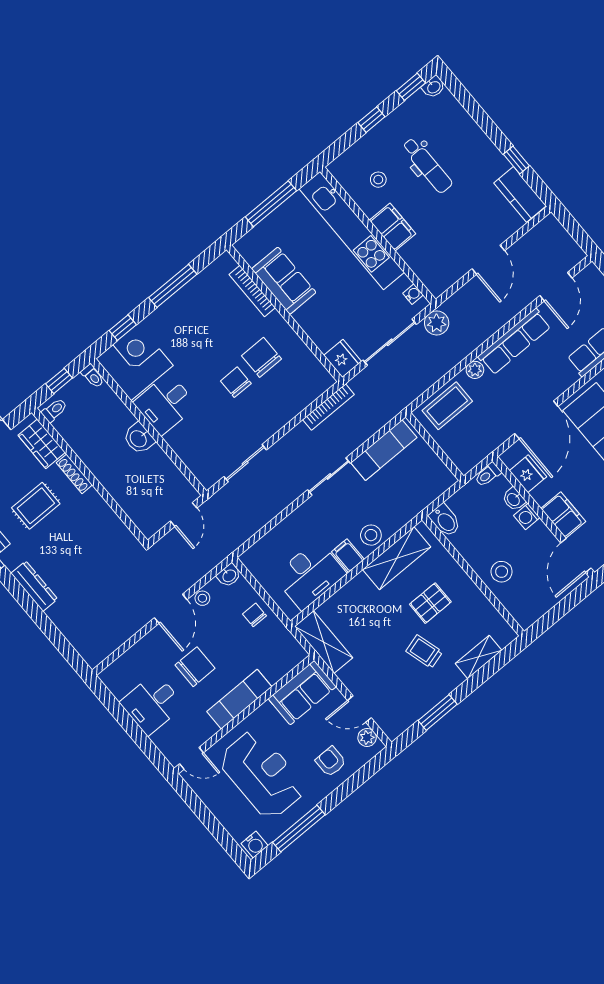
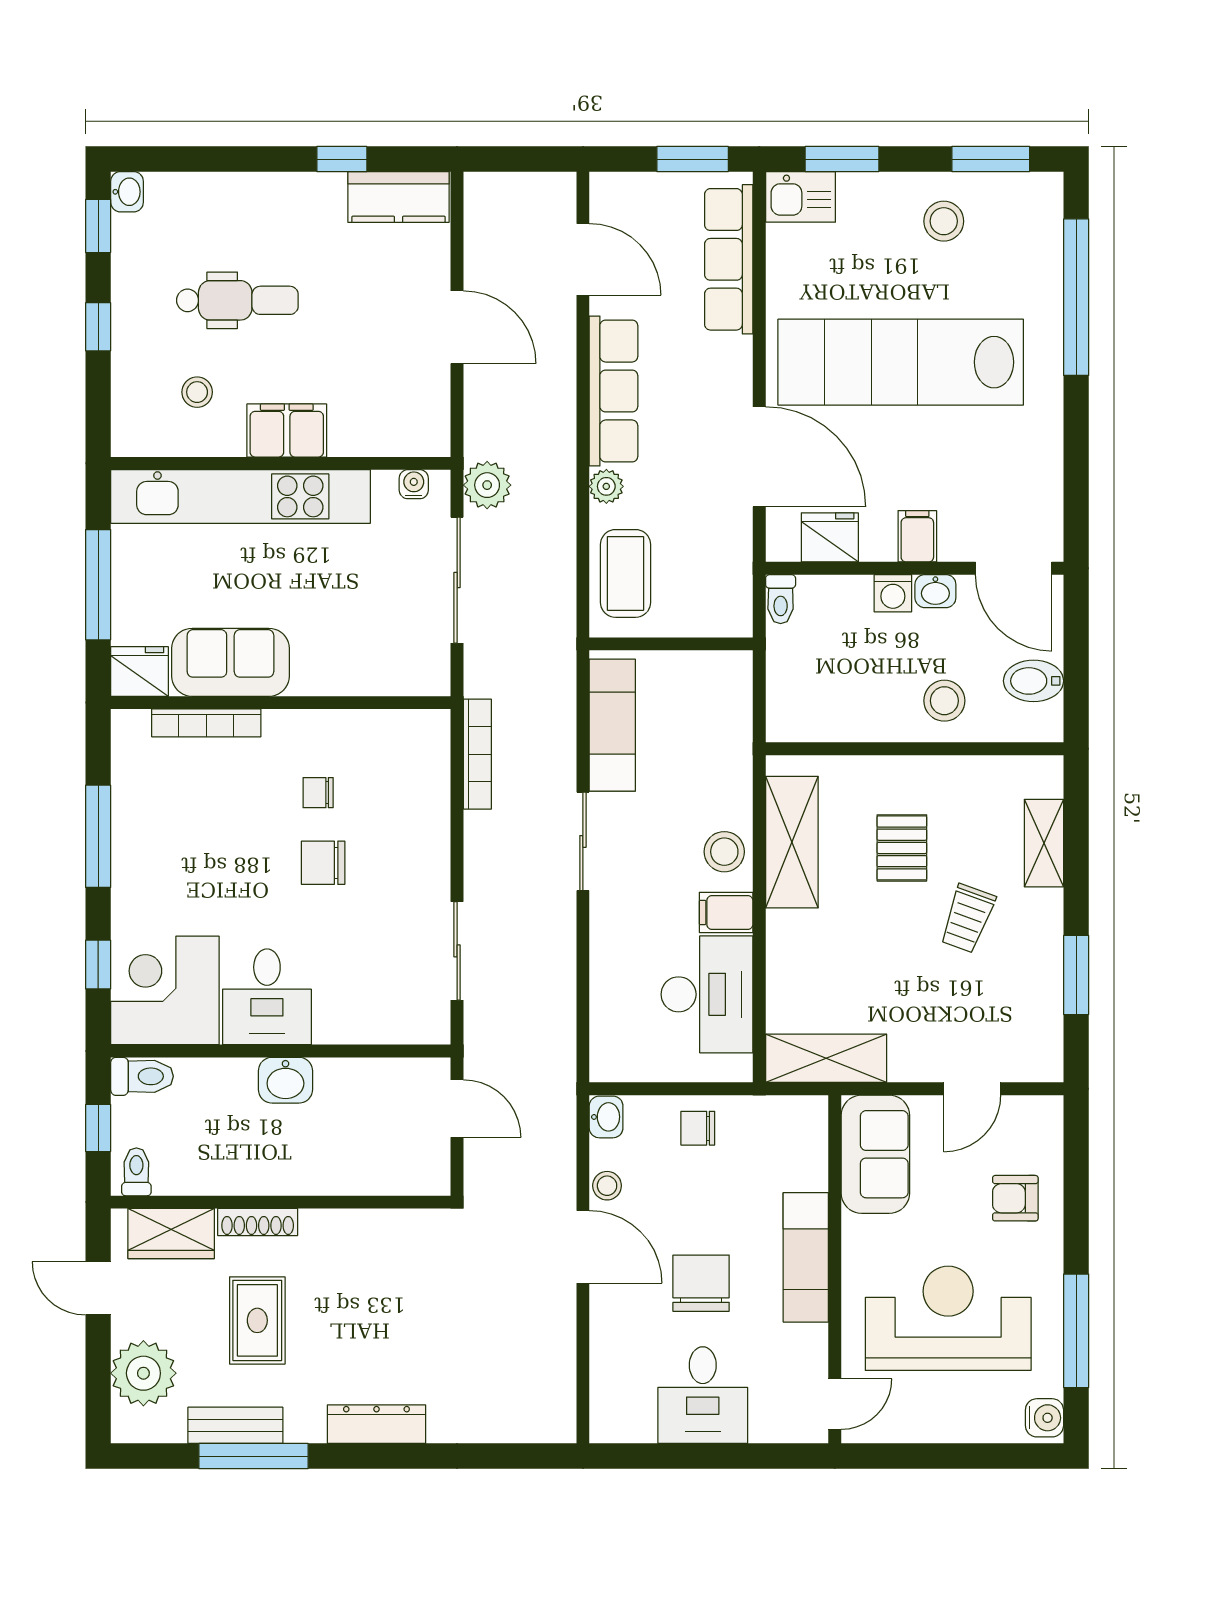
chair: (262, 357) -> (318, 793), width x0.54, depth x0.54
fridge: (343, 358) -> (140, 671), moved
toilet: (93, 376) -> (142, 1076), width x1.37, depth x1.39
washbasin: (514, 499) -> (935, 591), moved
filing cabinet: (563, 515) -> (917, 536), width x0.50
bidet: (445, 520) -> (1034, 681), moved, turned 180
trolley: (424, 652) -> (967, 918), turned -54
plant: (367, 737) -> (1025, 1113), removed

